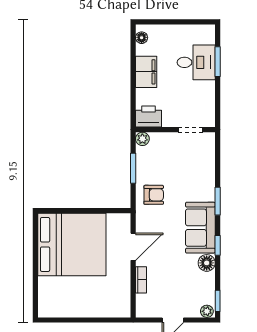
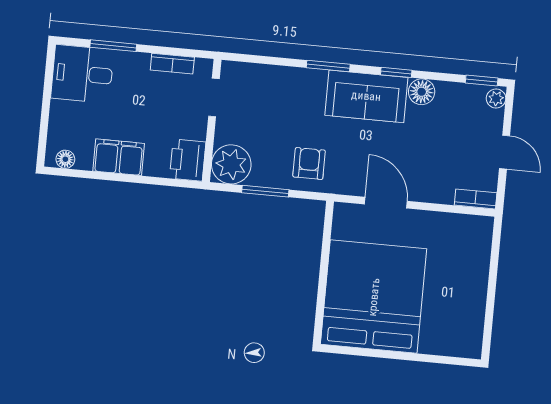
desk: (196, 62) -> (82, 74), moved, turned -90
bookcase: (210, 101) -> (172, 64), added
plant: (142, 139) -> (231, 164), width x1.88, depth x1.88
bookcase: (141, 280) -> (476, 199), moved

